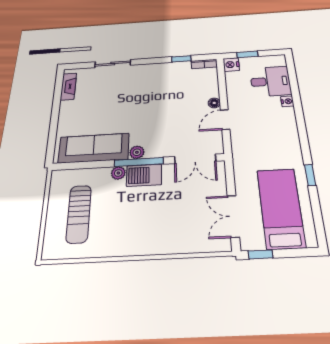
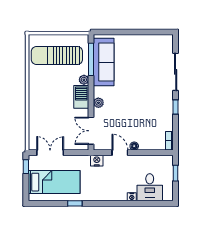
window: (181, 59) -> (176, 107), moved
sliding door: (113, 64) -> (176, 72), width x1.37
nightstand: (231, 65) -> (97, 161), moved
fireplace: (68, 87) -> (157, 39), removed
plant: (137, 152) -> (98, 103), moved
window: (139, 162) -> (91, 59), moved
sun lounger: (79, 214) -> (57, 56), width x1.36, depth x1.34

